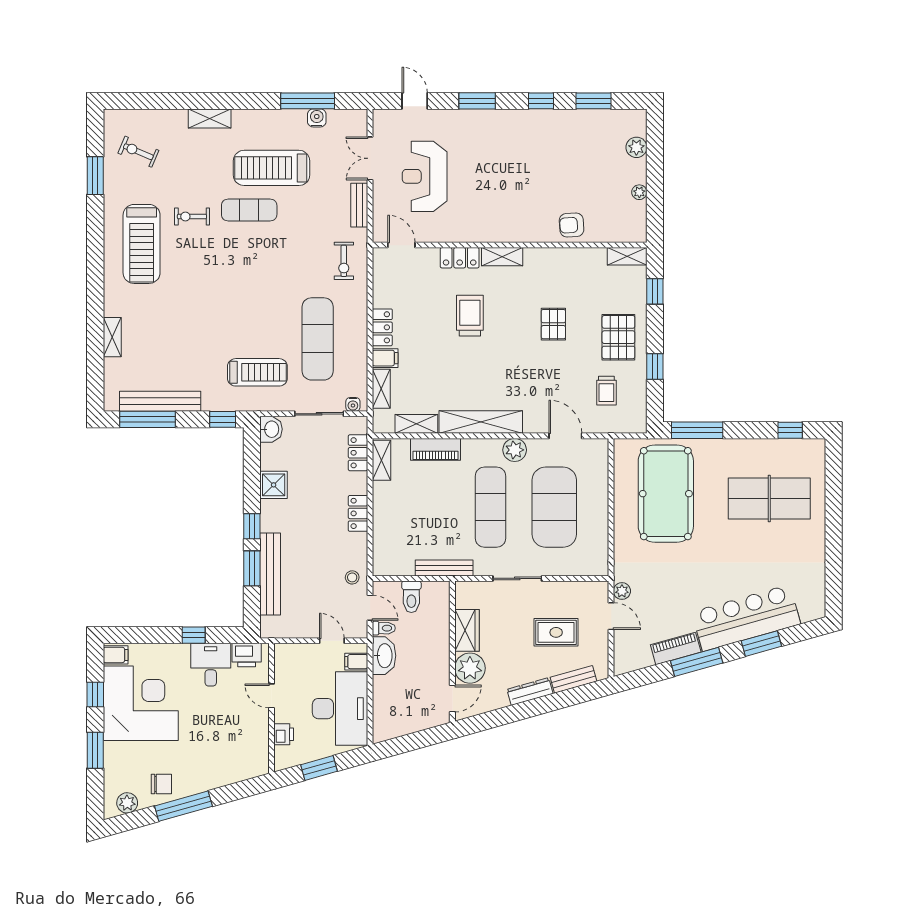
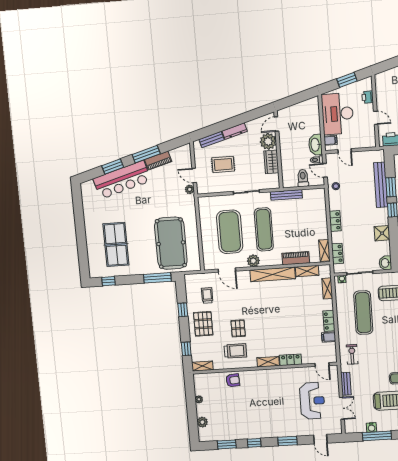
trolley: (470, 316) -> (235, 351), moved, turned -90
filing cabinet: (385, 358) -> (329, 337), moved
table tennis table: (769, 498) -> (116, 244), turned 90

